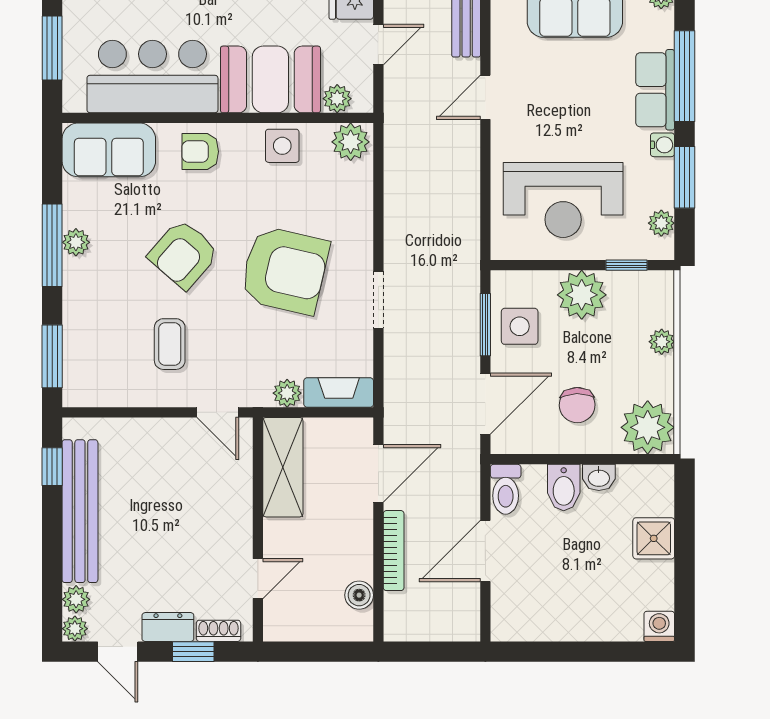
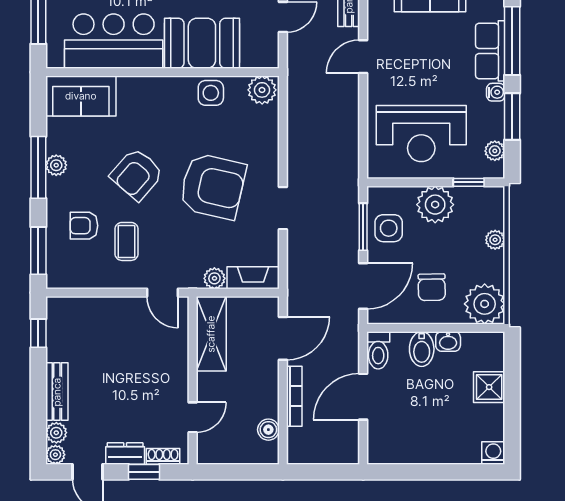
plant: (337, 99) -> (252, 58), removed
armchair: (200, 152) -> (84, 226), moved
bench: (80, 511) -> (57, 392), width x0.54, depth x0.82

